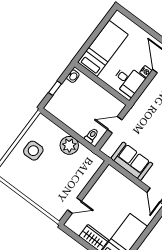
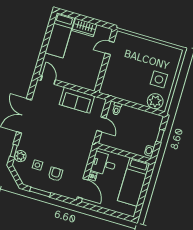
door: (115, 125) -> (101, 124), hinge flipped
plant: (69, 145) -> (155, 101), moved

